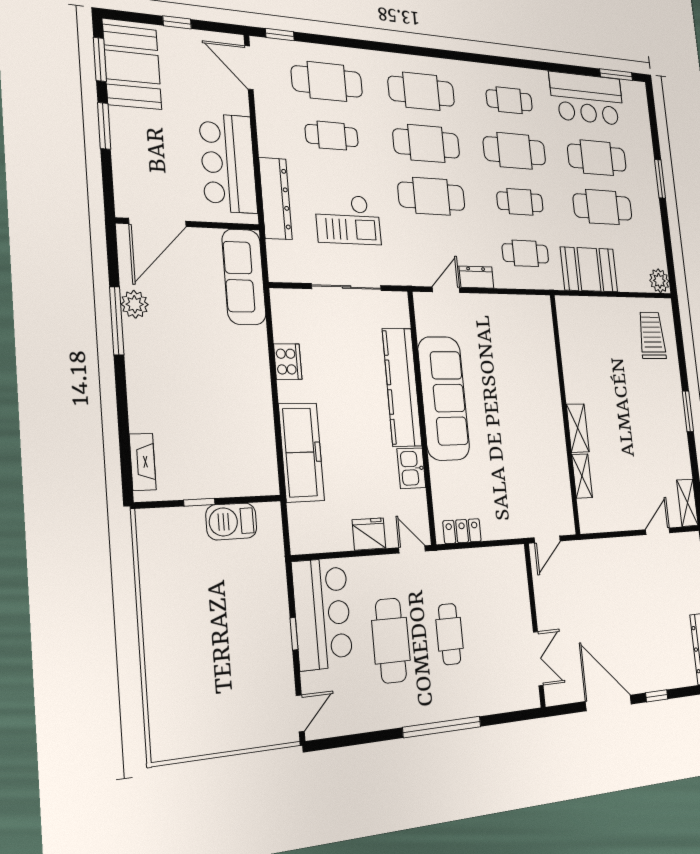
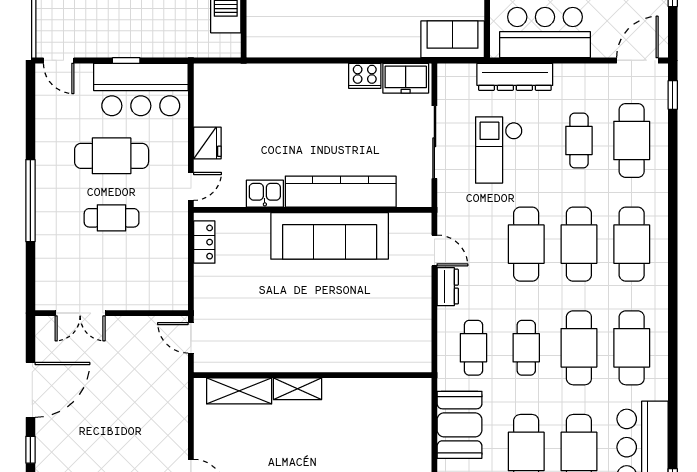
cafe table: (509, 100) -> (632, 348), width x1.37, depth x1.35
sofa: (244, 277) -> (453, 39), width x0.73
freezer: (301, 452) -> (406, 78), moved, width x0.52, depth x0.79
shelving: (582, 476) -> (239, 391), width x1.50, depth x1.33

